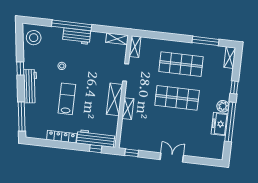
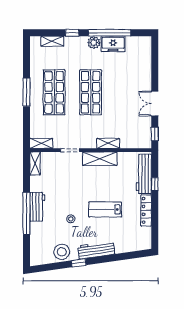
stool: (34, 38) -> (62, 252), moved
window: (206, 41) -> (26, 92), moved
shelving: (230, 58) -> (52, 41), moved
window: (22, 116) -> (130, 255), removed
window: (96, 149) -> (155, 184), moved
double door: (172, 158) -> (155, 104), moved

